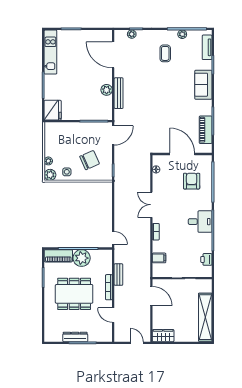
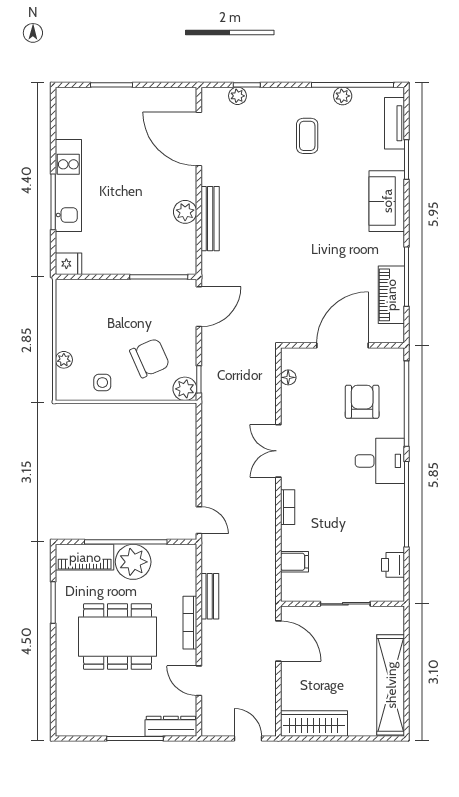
kitchen unit: (50, 52) -> (68, 186), moved
fridge: (53, 110) -> (68, 264), width x0.53, depth x0.75
door: (182, 154) -> (343, 345), hinge flipped
plant: (50, 175) -> (185, 389), moved
desk: (200, 222) -> (380, 461), moved
wardrobe: (163, 336) -> (314, 723), width x1.50
dresser: (75, 337) -> (171, 726), moved

